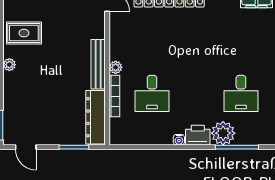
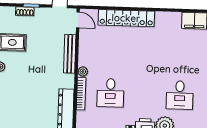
bench: (98, 64) -> (70, 54), moved

